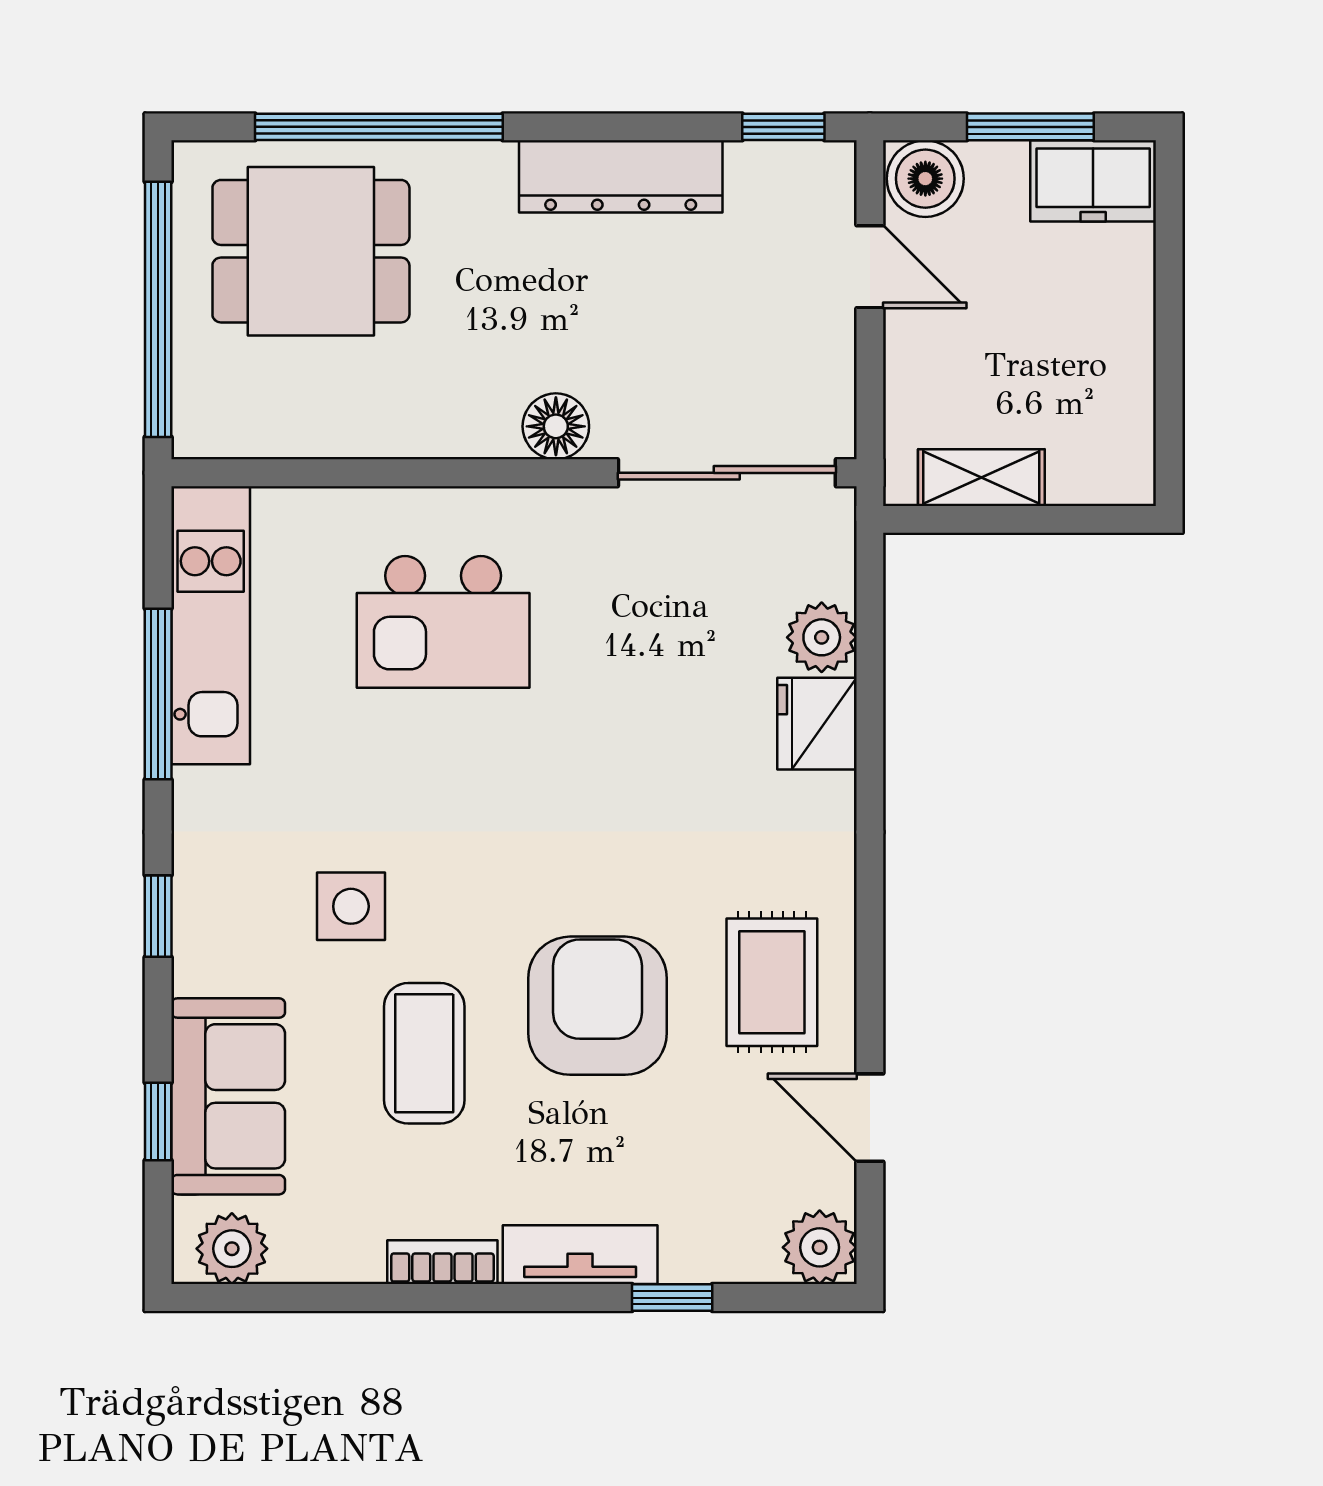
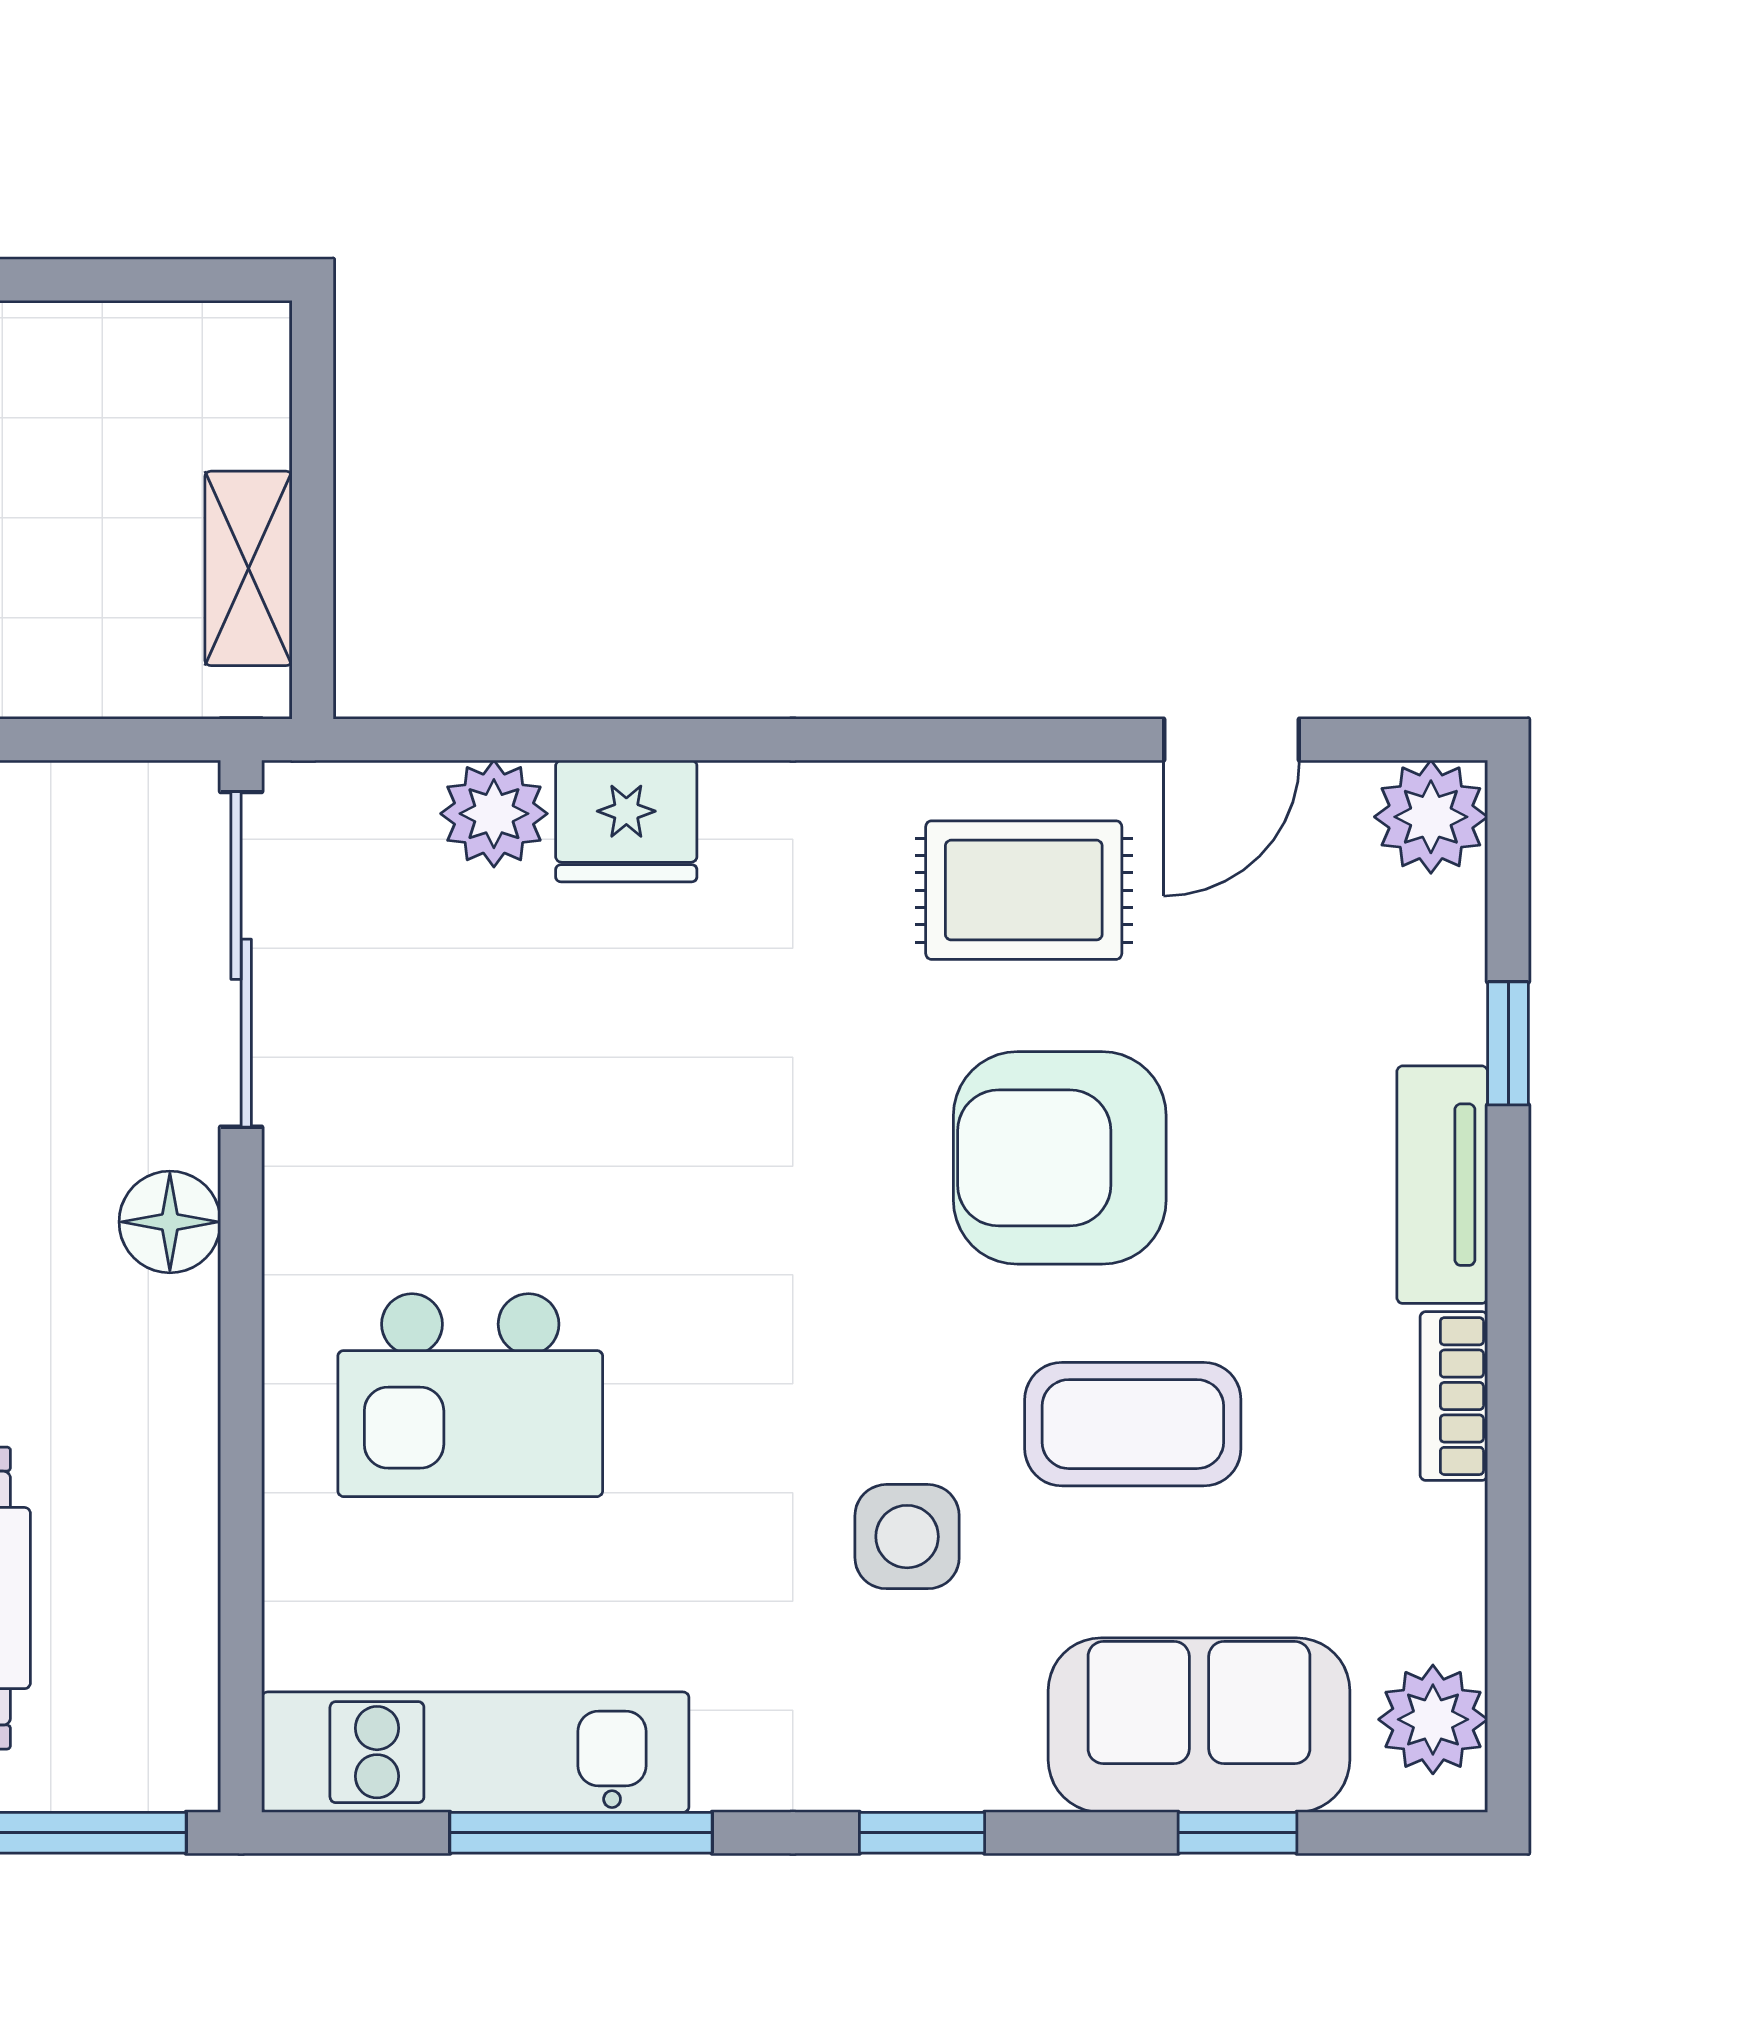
kitchen island: (443, 622) -> (470, 1395), turned 90

